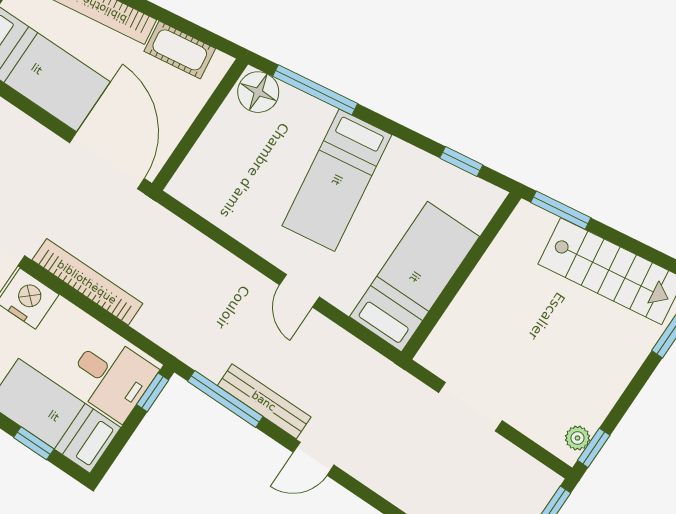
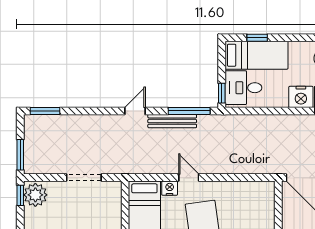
bookcase: (87, 282) -> (281, 121), removed
nightstand: (342, 295) -> (170, 188), added
plant: (577, 438) -> (35, 195), width x1.87, depth x1.87

